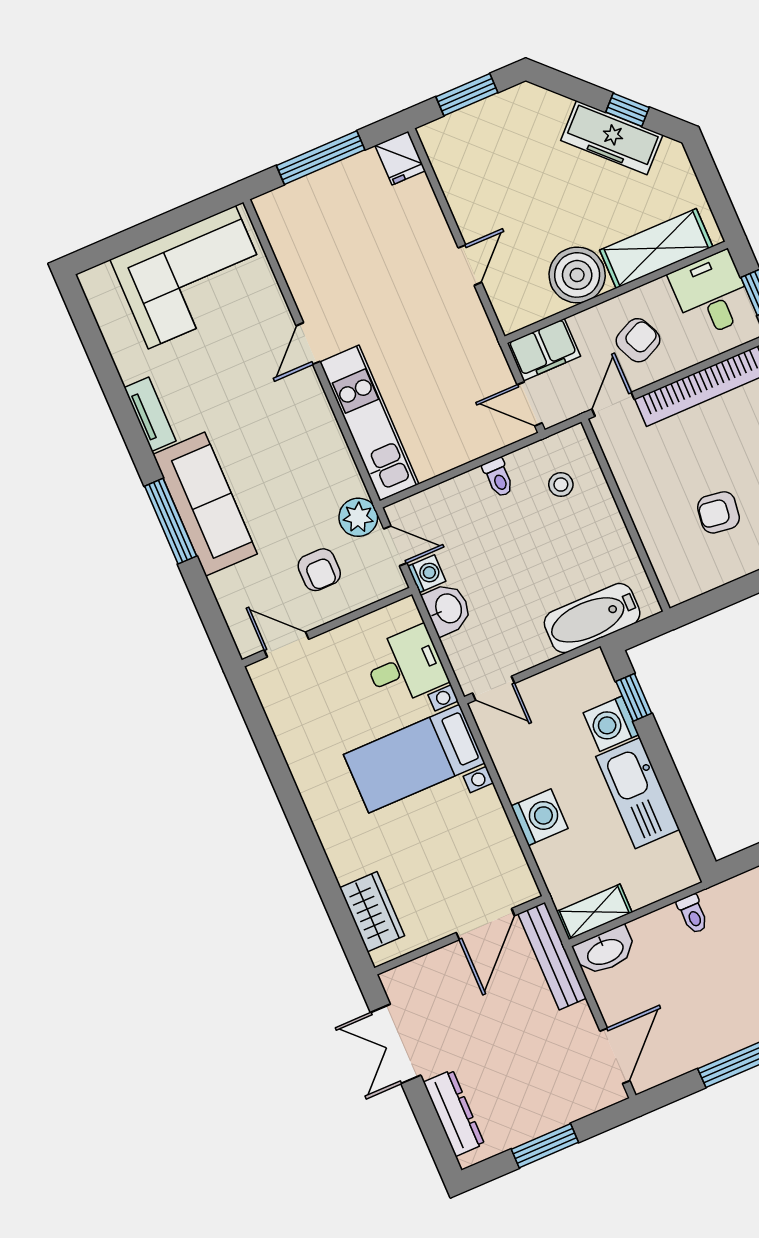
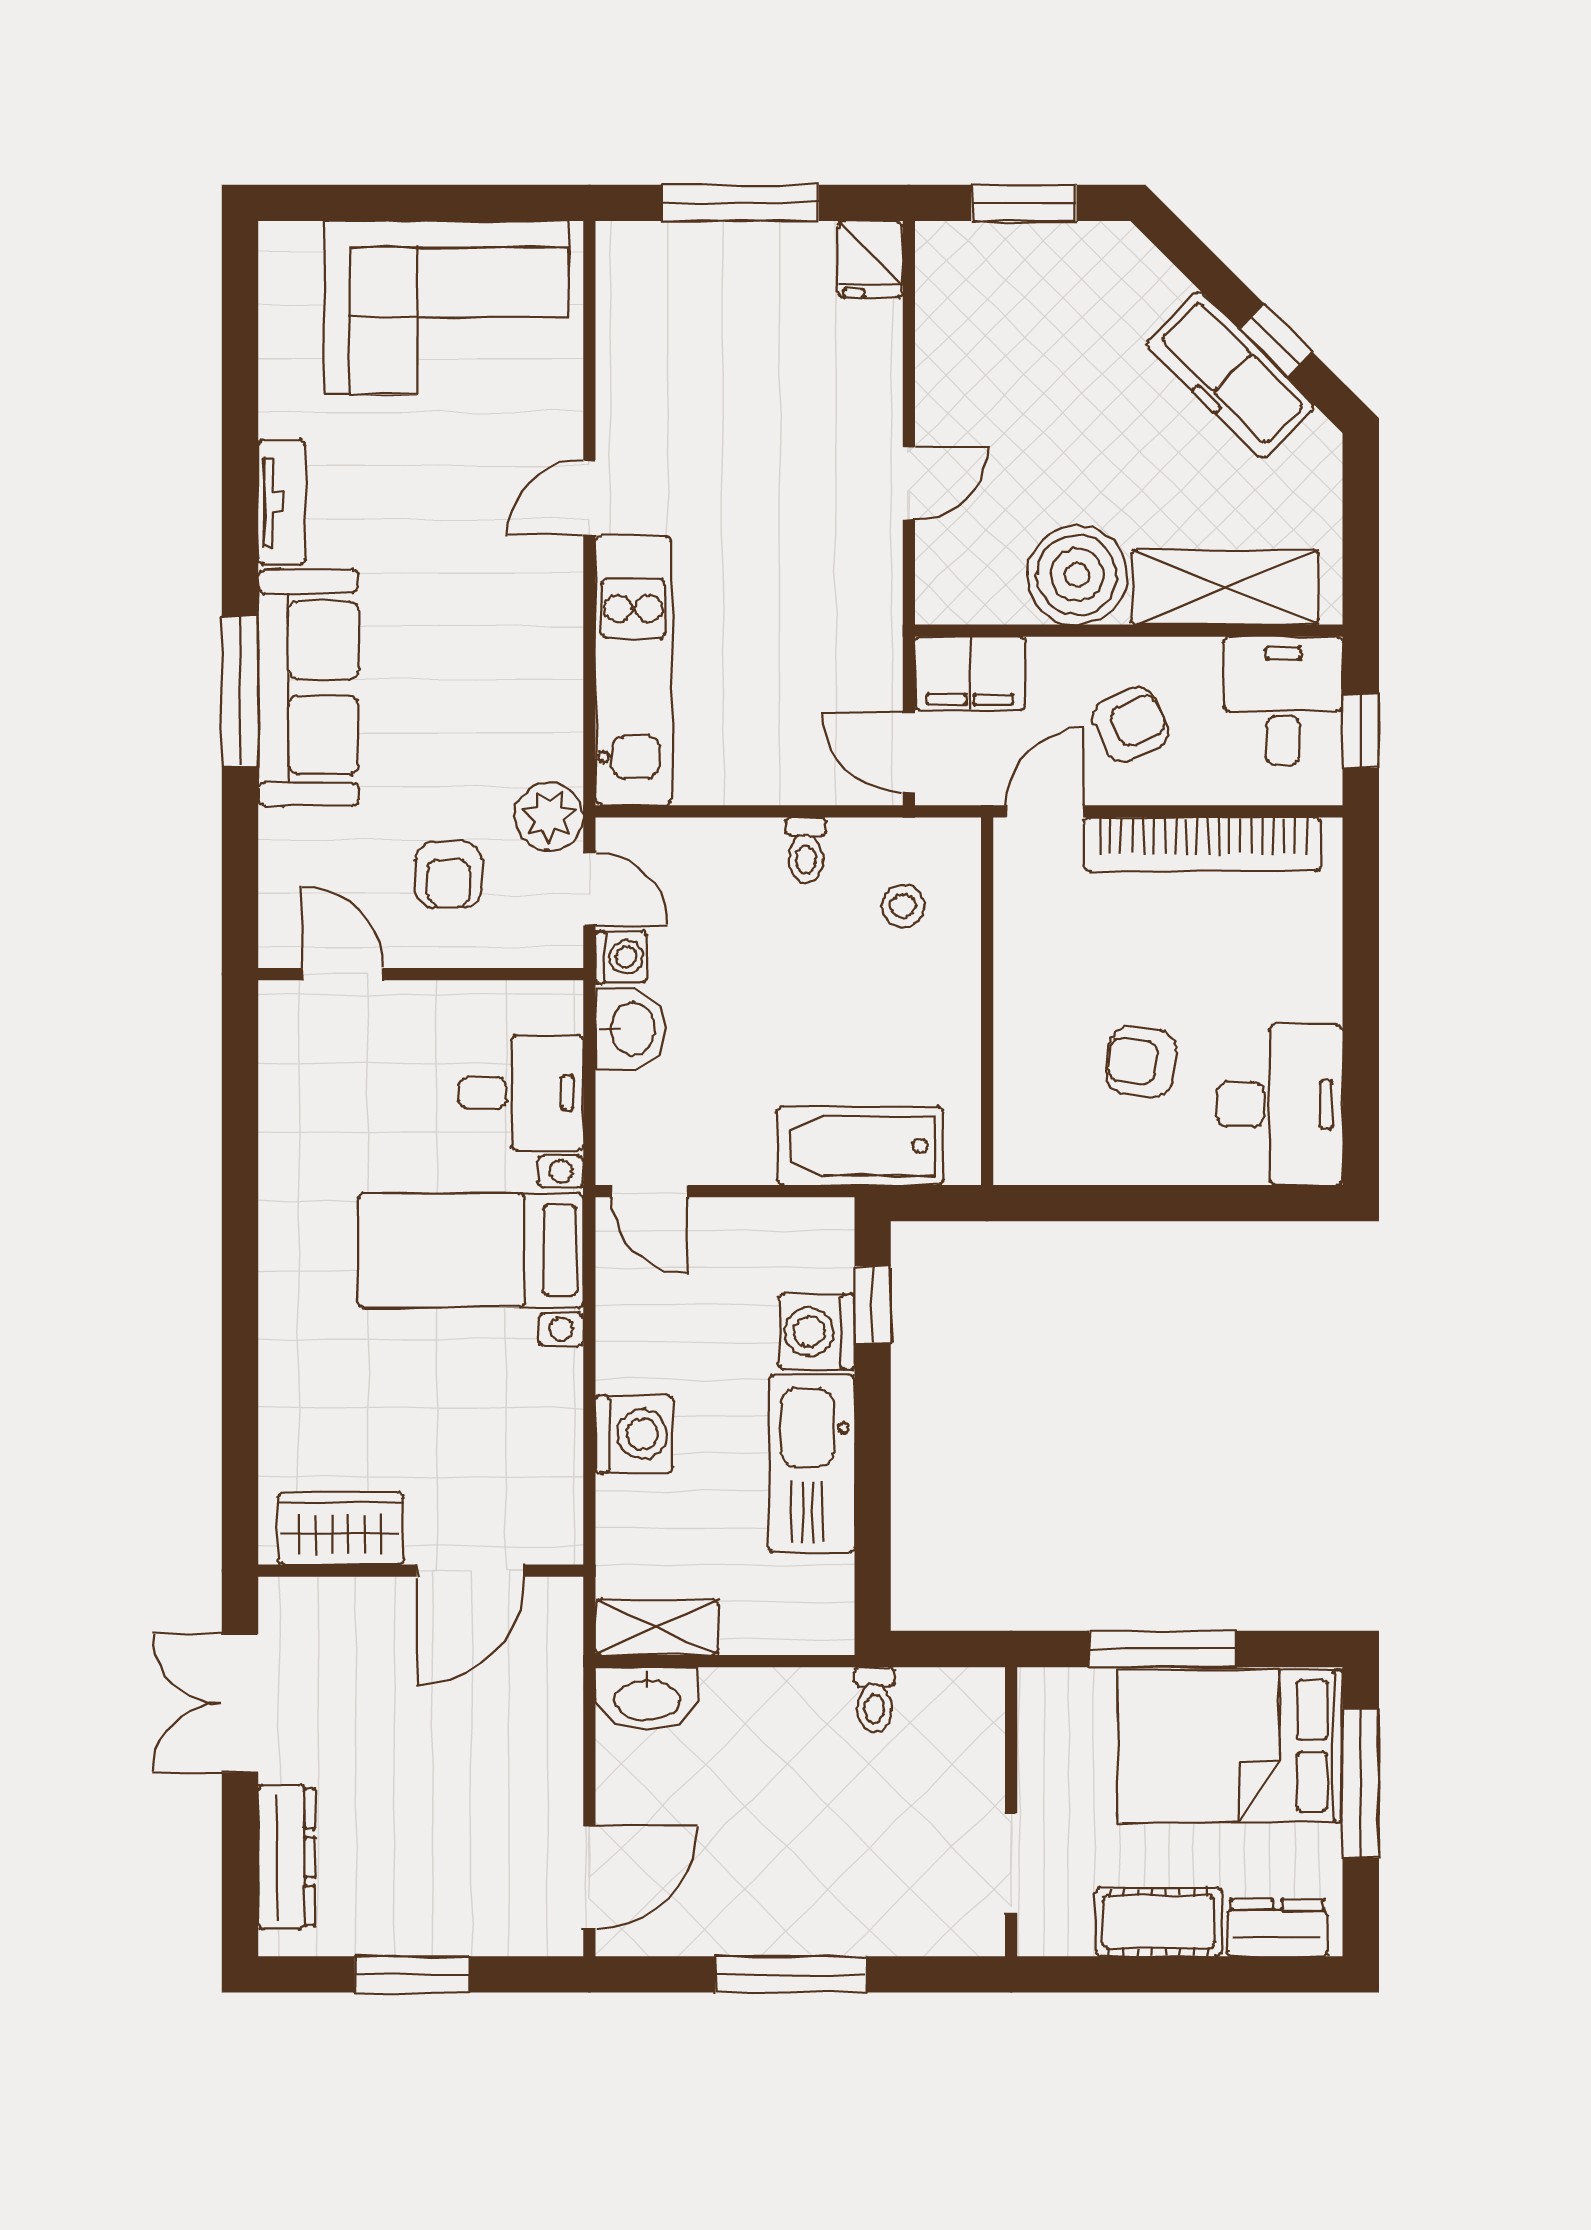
wardrobe: (372, 912) -> (341, 1528), moved, turned -90
toilet: (693, 914) -> (874, 1700), moved
bench: (552, 956) -> (557, 1670), removed

